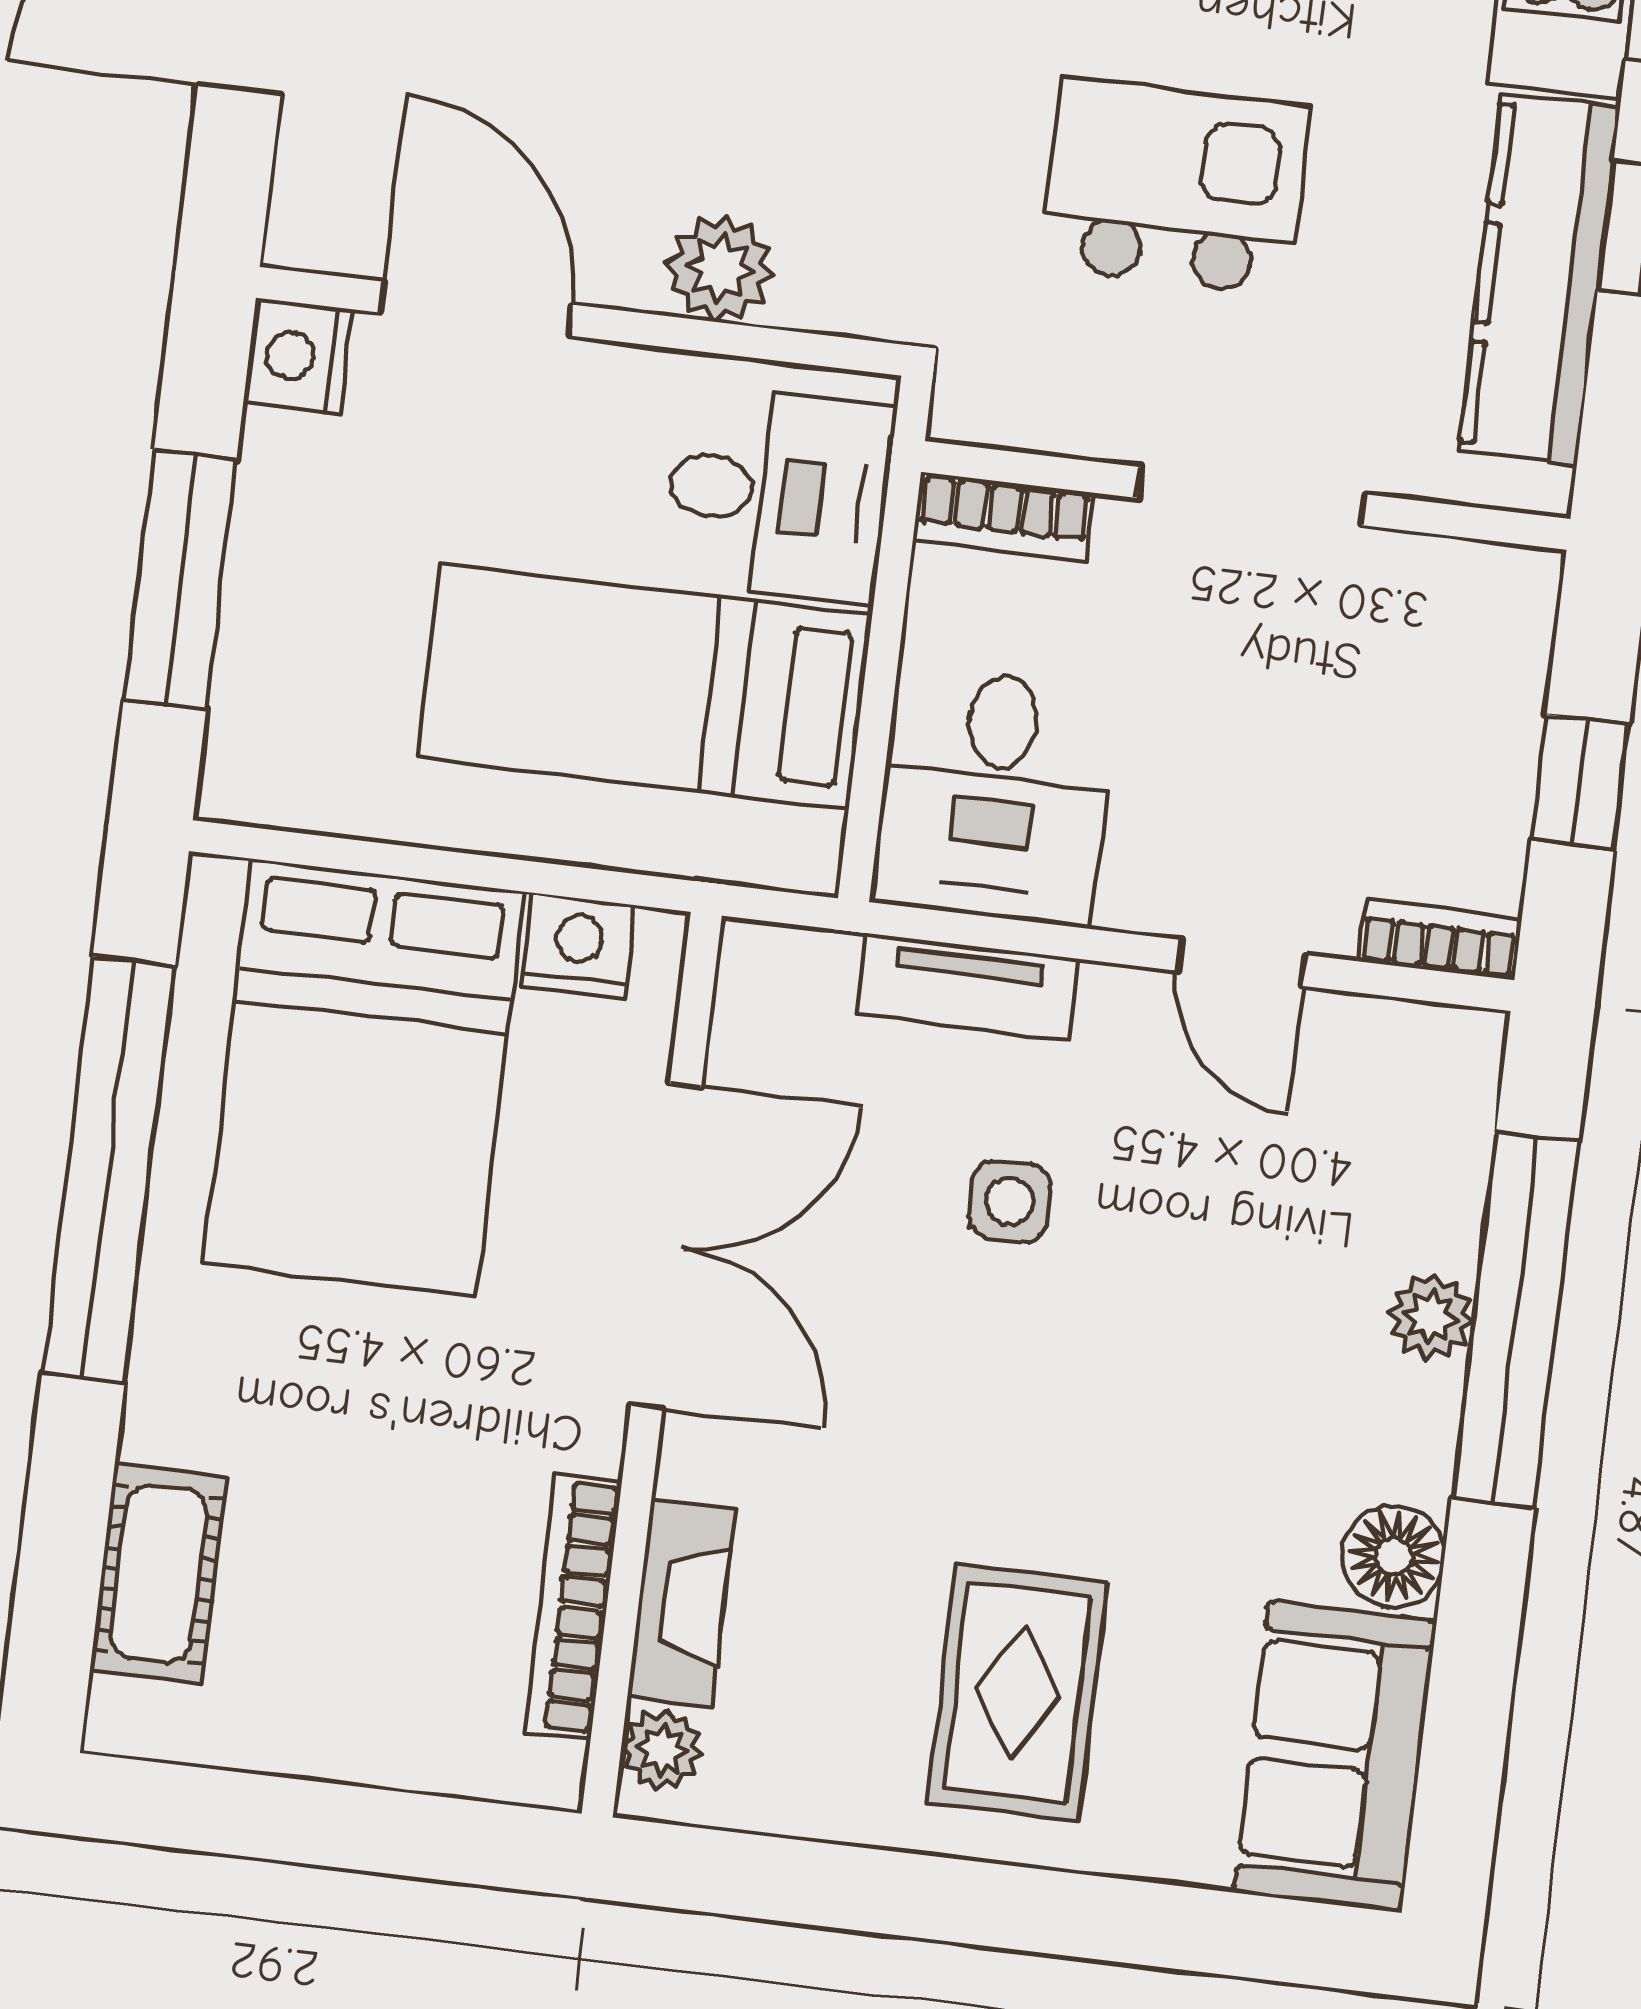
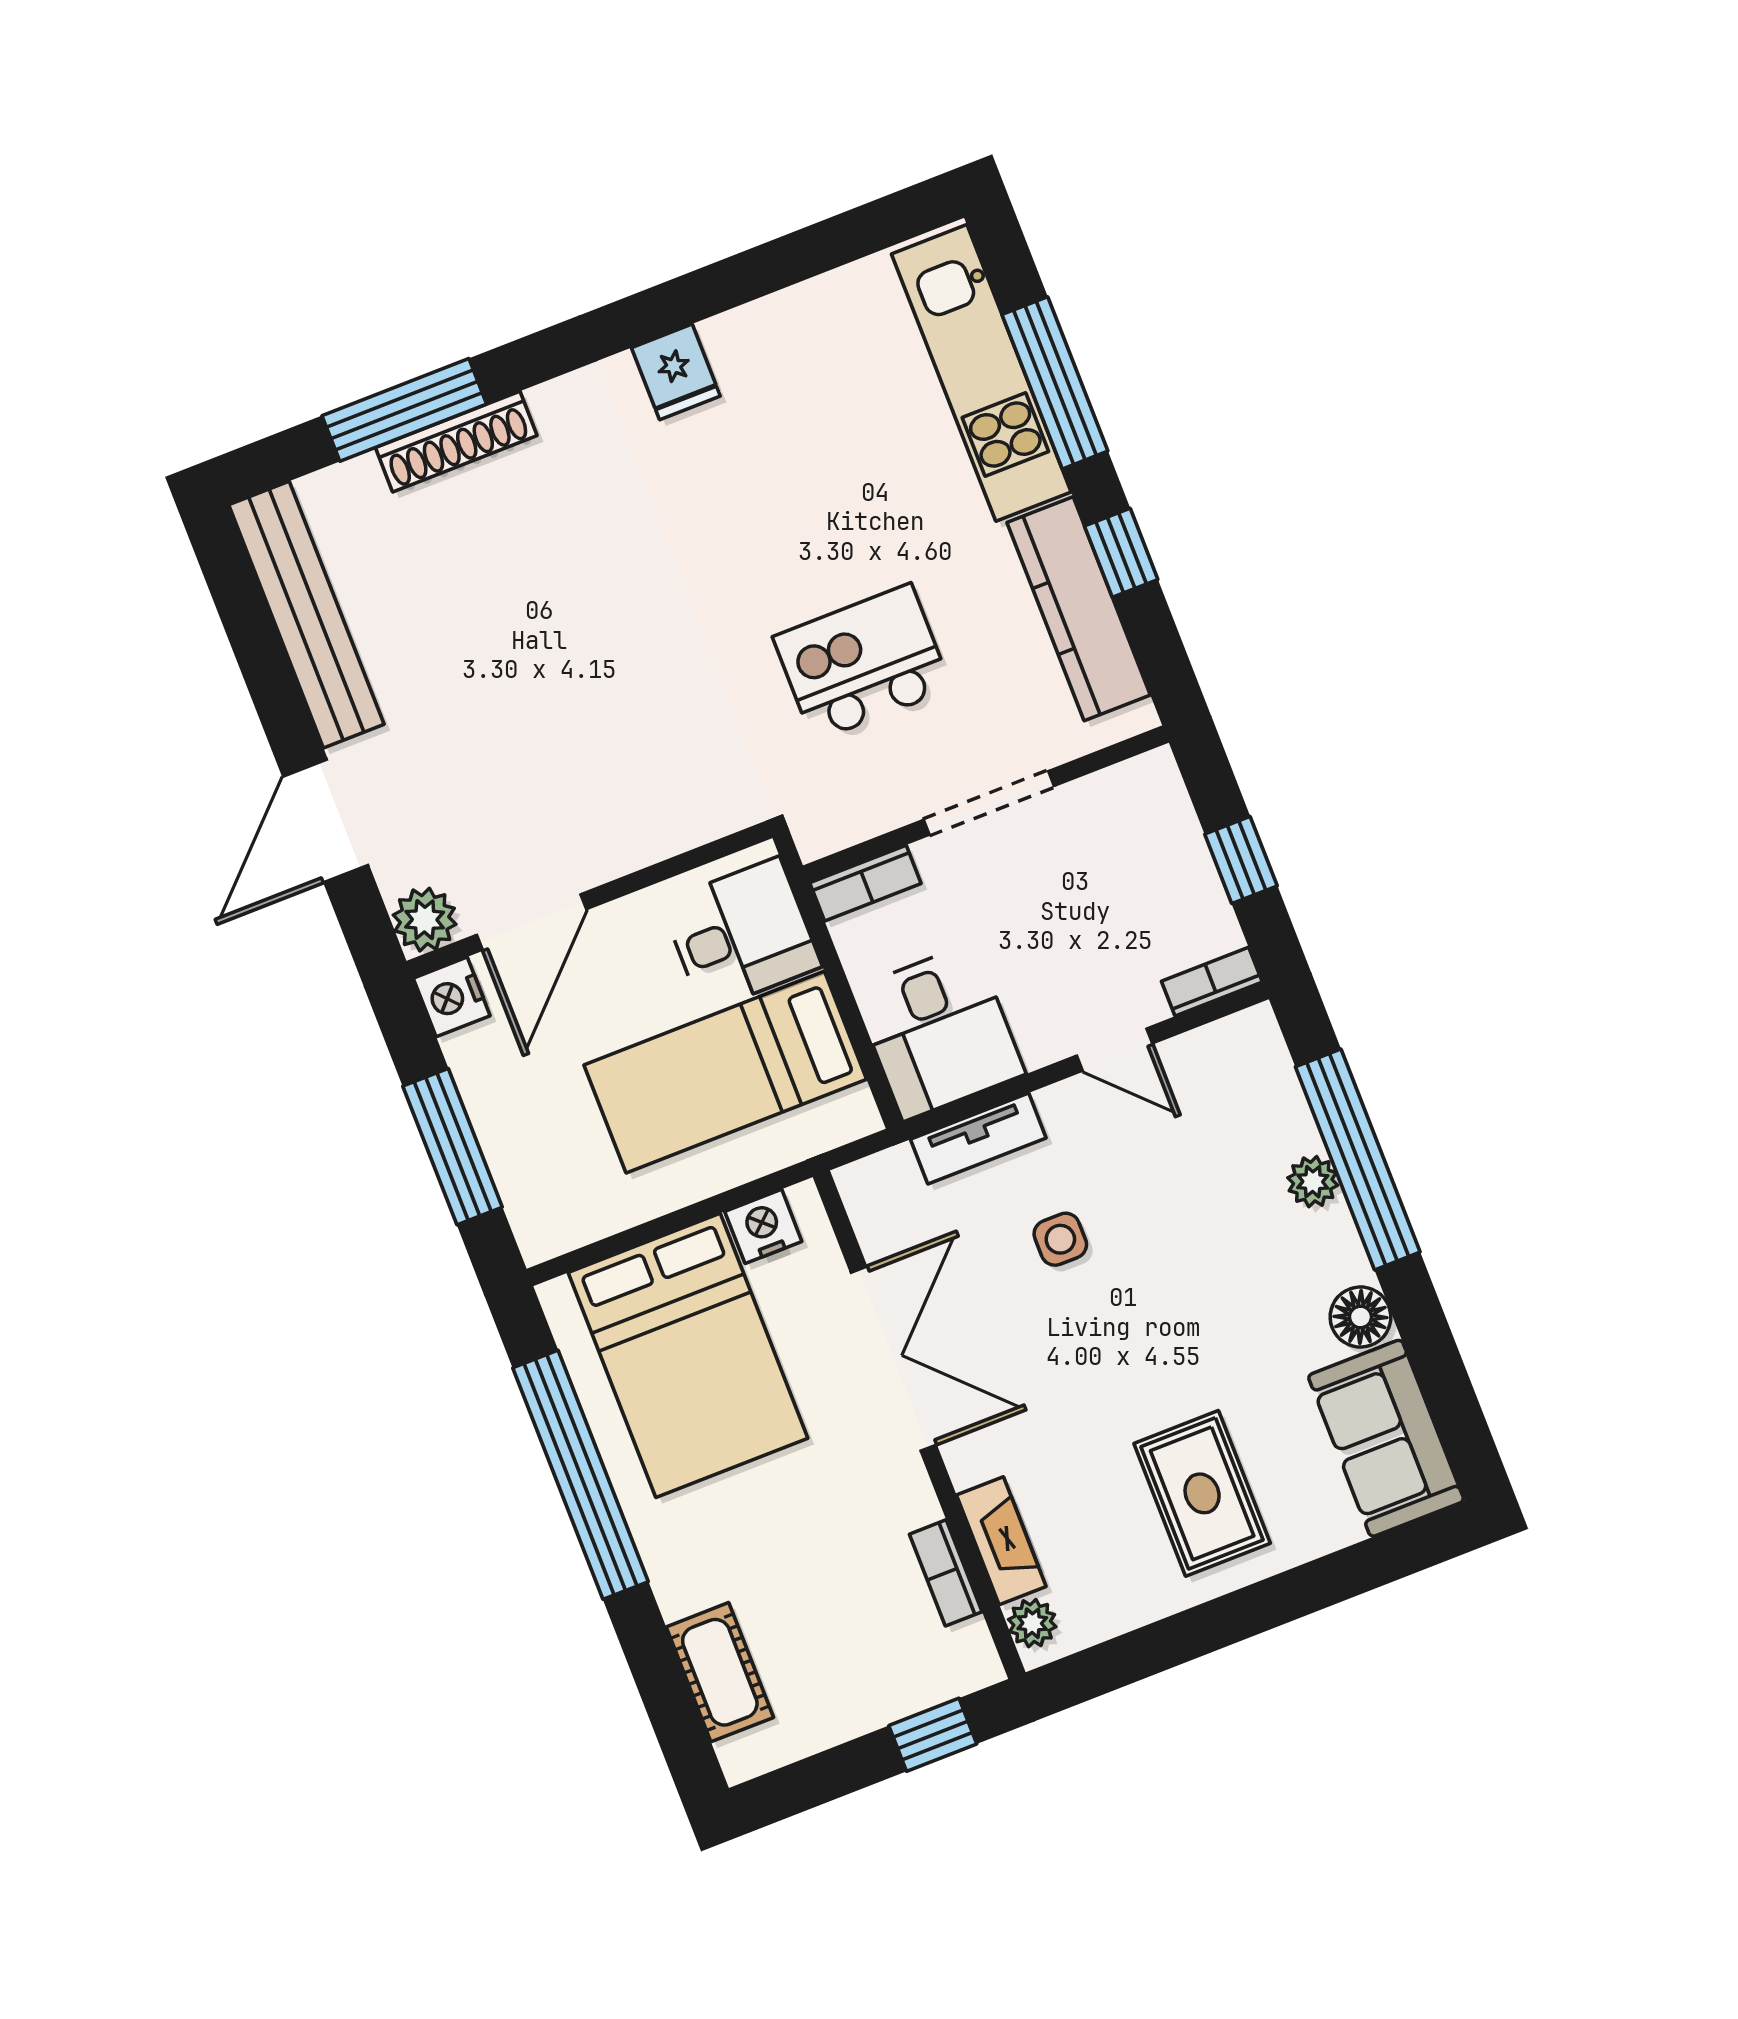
plant: (720, 268) -> (425, 920), moved
door: (476, 309) -> (532, 922), swing flipped
bookcase: (573, 1606) -> (946, 1573), width x0.64
window: (425, 1836) -> (933, 1735), added

